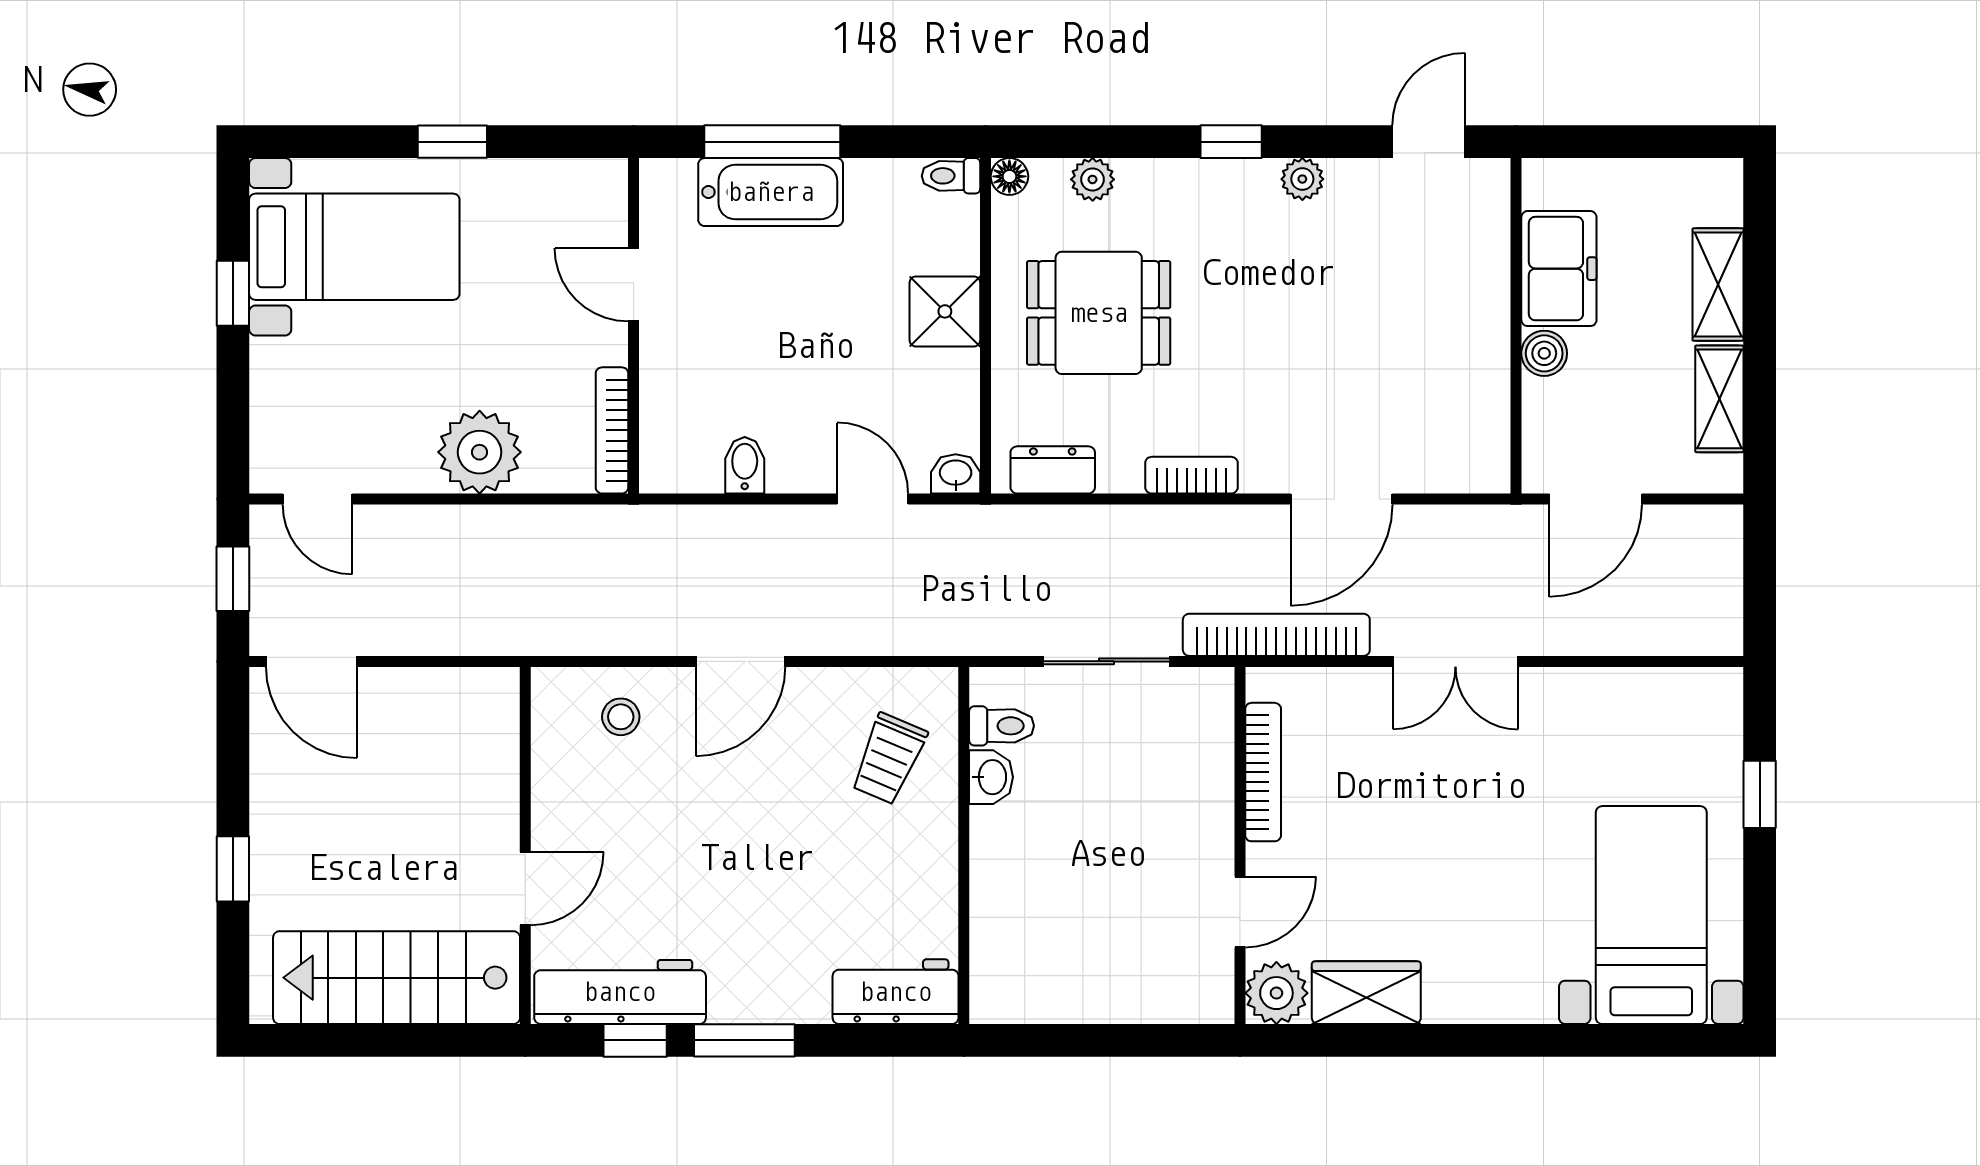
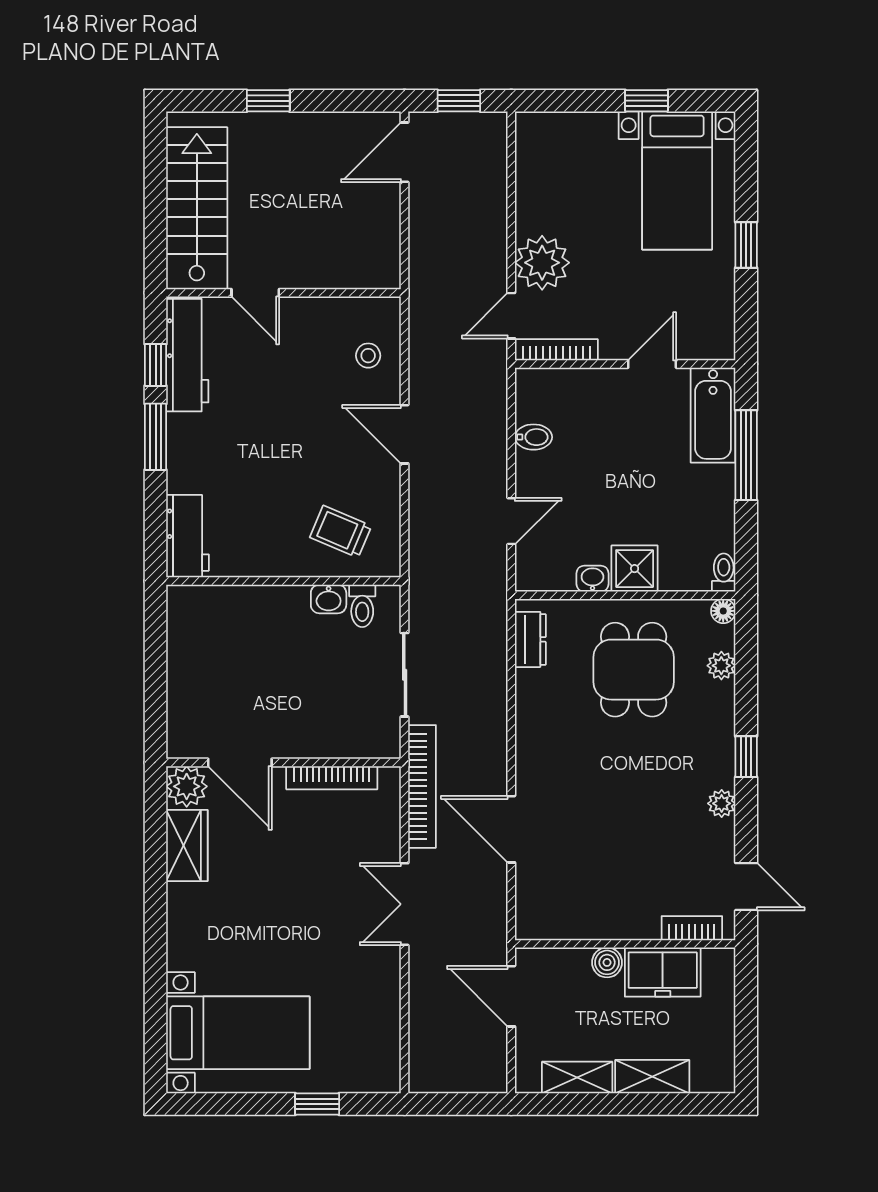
bathtub: (771, 192) -> (713, 415), moved
washbasin: (956, 474) -> (592, 579), moved, turned -90
bookcase: (1191, 475) -> (692, 928), moved, turned -90
door: (317, 499) -> (511, 316), moved
door: (1240, 912) -> (240, 762), width x1.38

